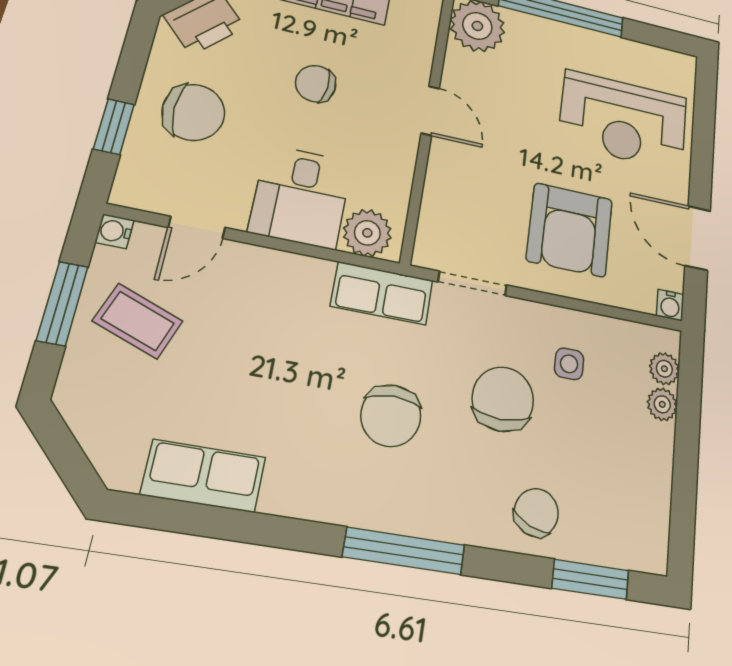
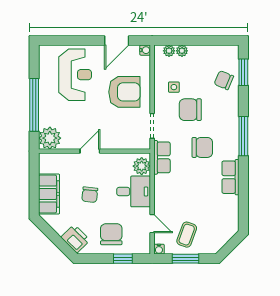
row of seats: (204, 476) -> (230, 177), moved
chair: (536, 513) -> (224, 80), moved

